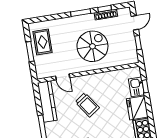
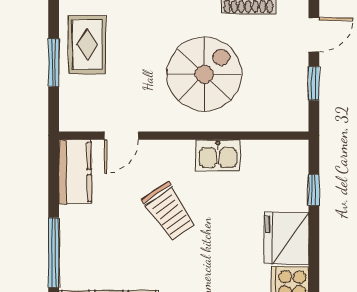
door: (63, 77) -> (121, 136), hinge flipped
kitchen sink: (136, 87) -> (218, 155), moved, turned -90
kitchen counter: (47, 101) -> (75, 172), width x0.67

